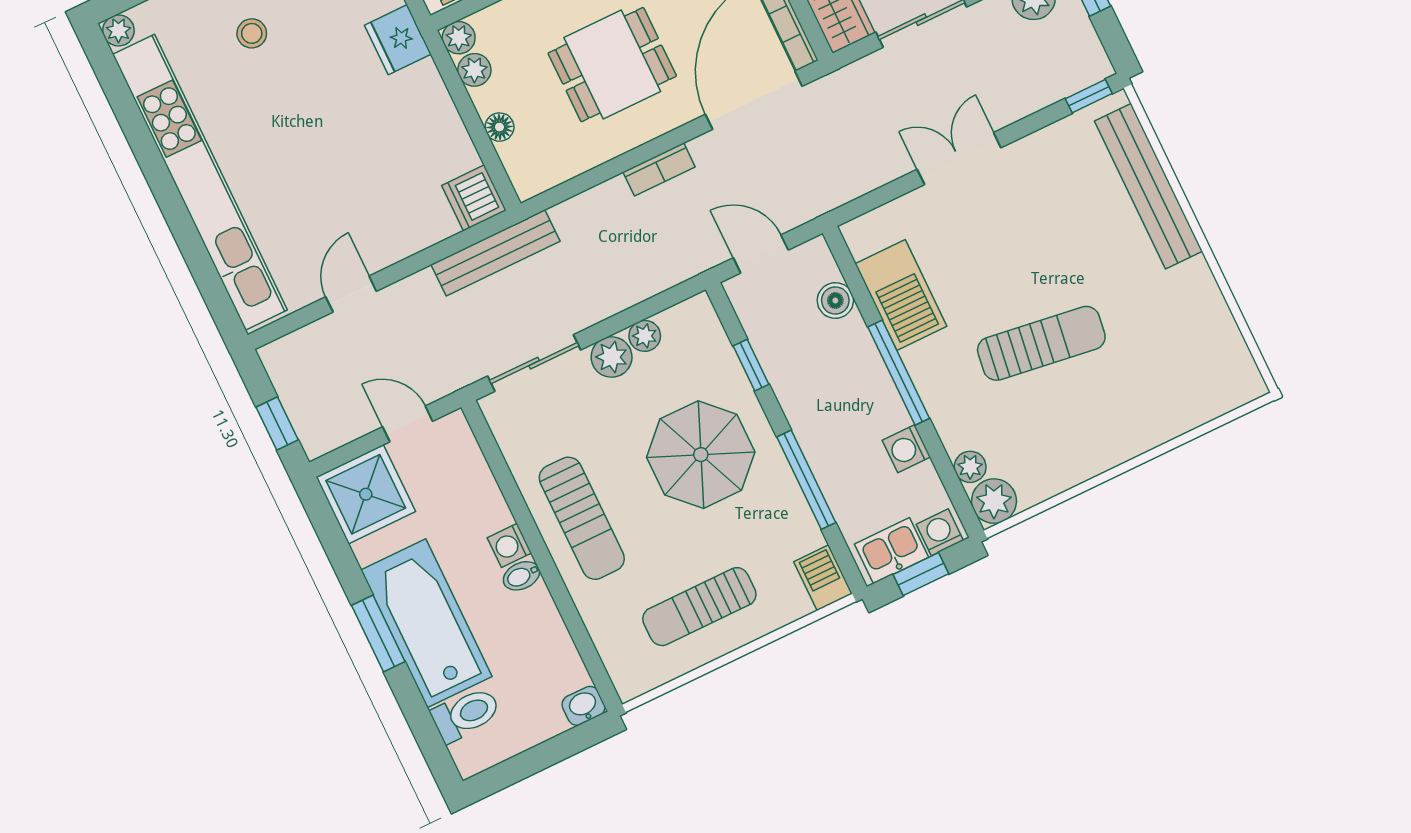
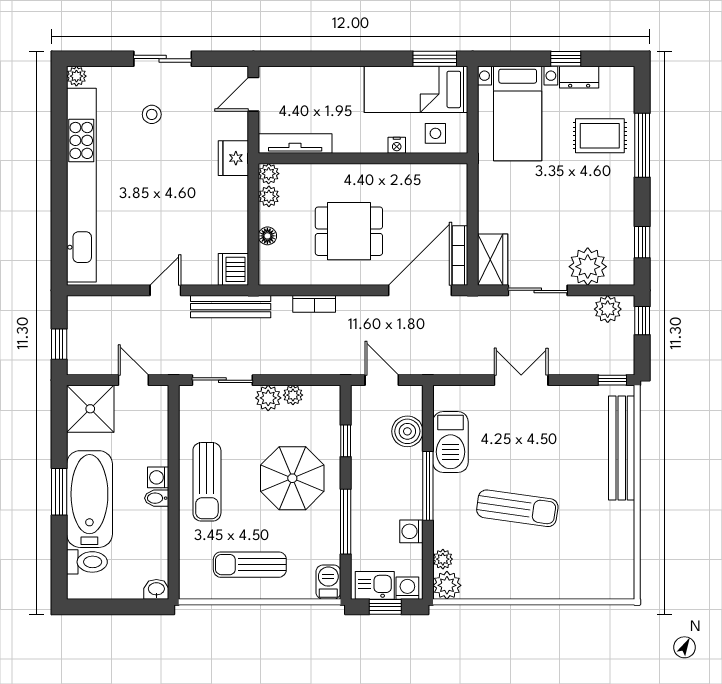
bookcase: (659, 169) -> (314, 304), moved
door: (351, 294) -> (165, 290), moved
boiler: (835, 301) -> (407, 431), width x1.36, depth x1.36

